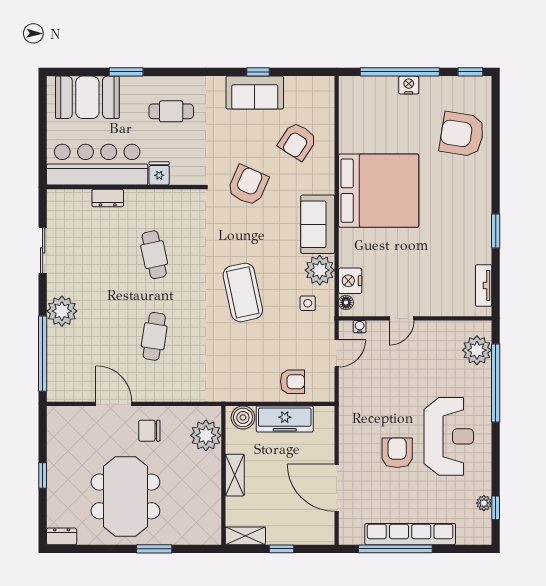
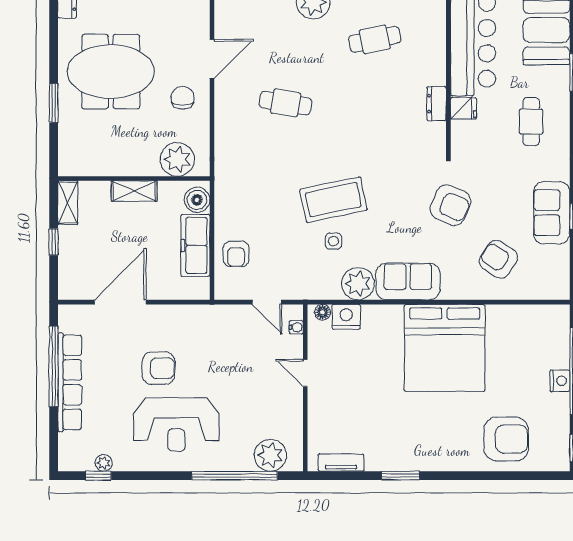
armchair: (462, 134) -> (506, 439), turned 81
dresser: (108, 198) -> (437, 104), moved
cafe table: (154, 255) -> (375, 39), moved
side table: (308, 303) -> (334, 241), moved

